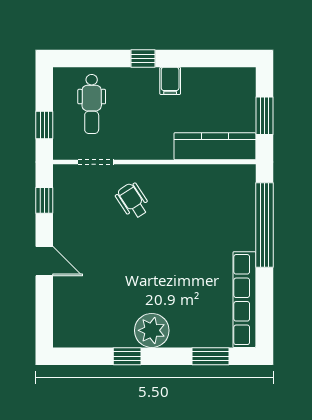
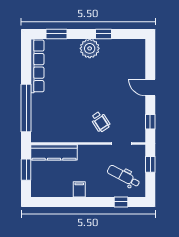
window: (143, 58) -> (121, 202), moved
dental chair: (92, 104) -> (124, 176), turned -62

